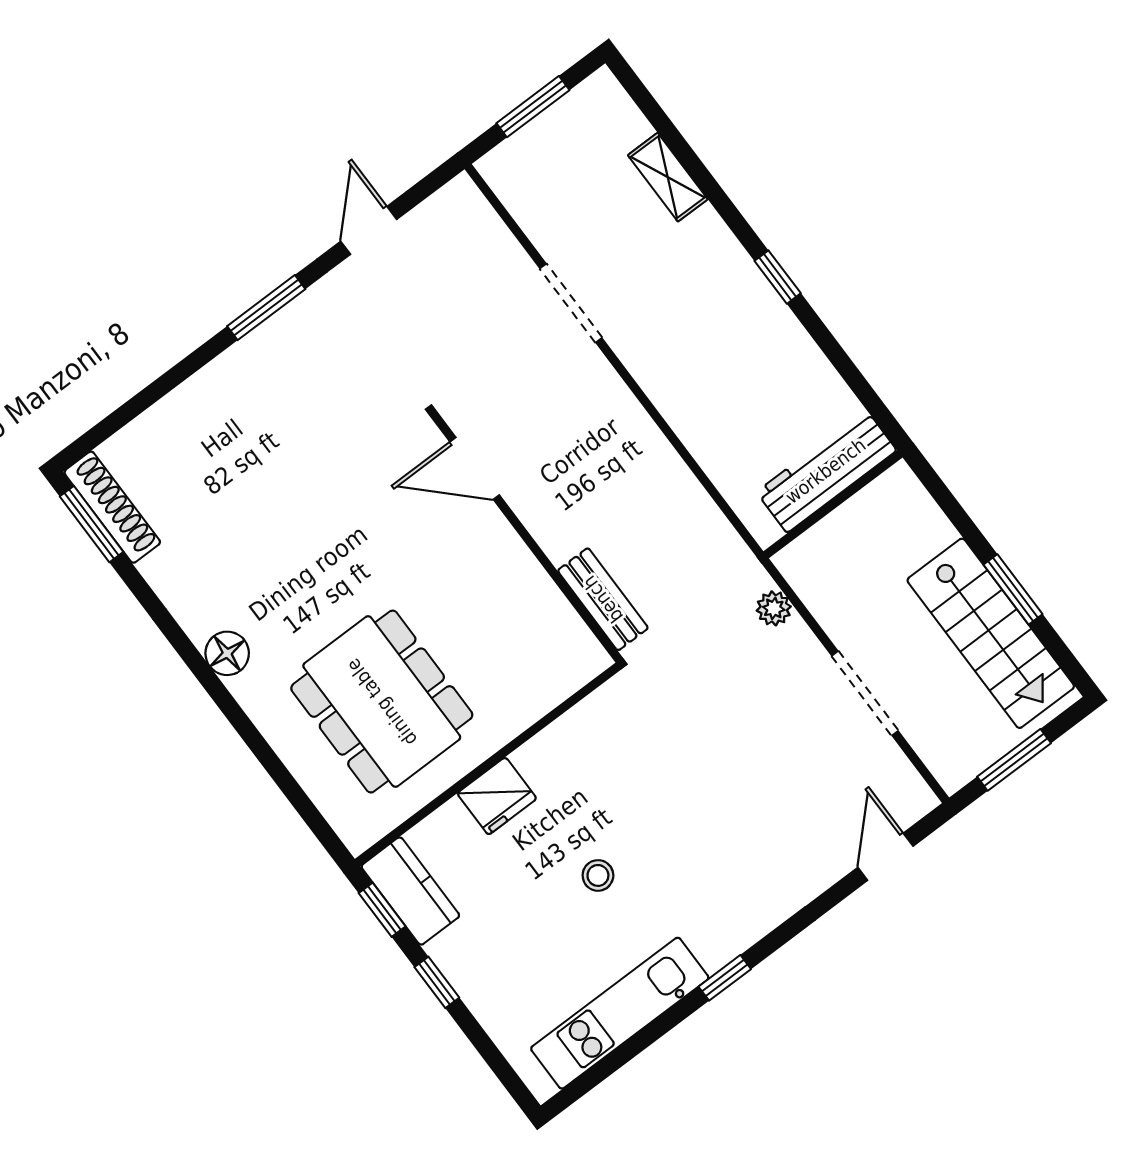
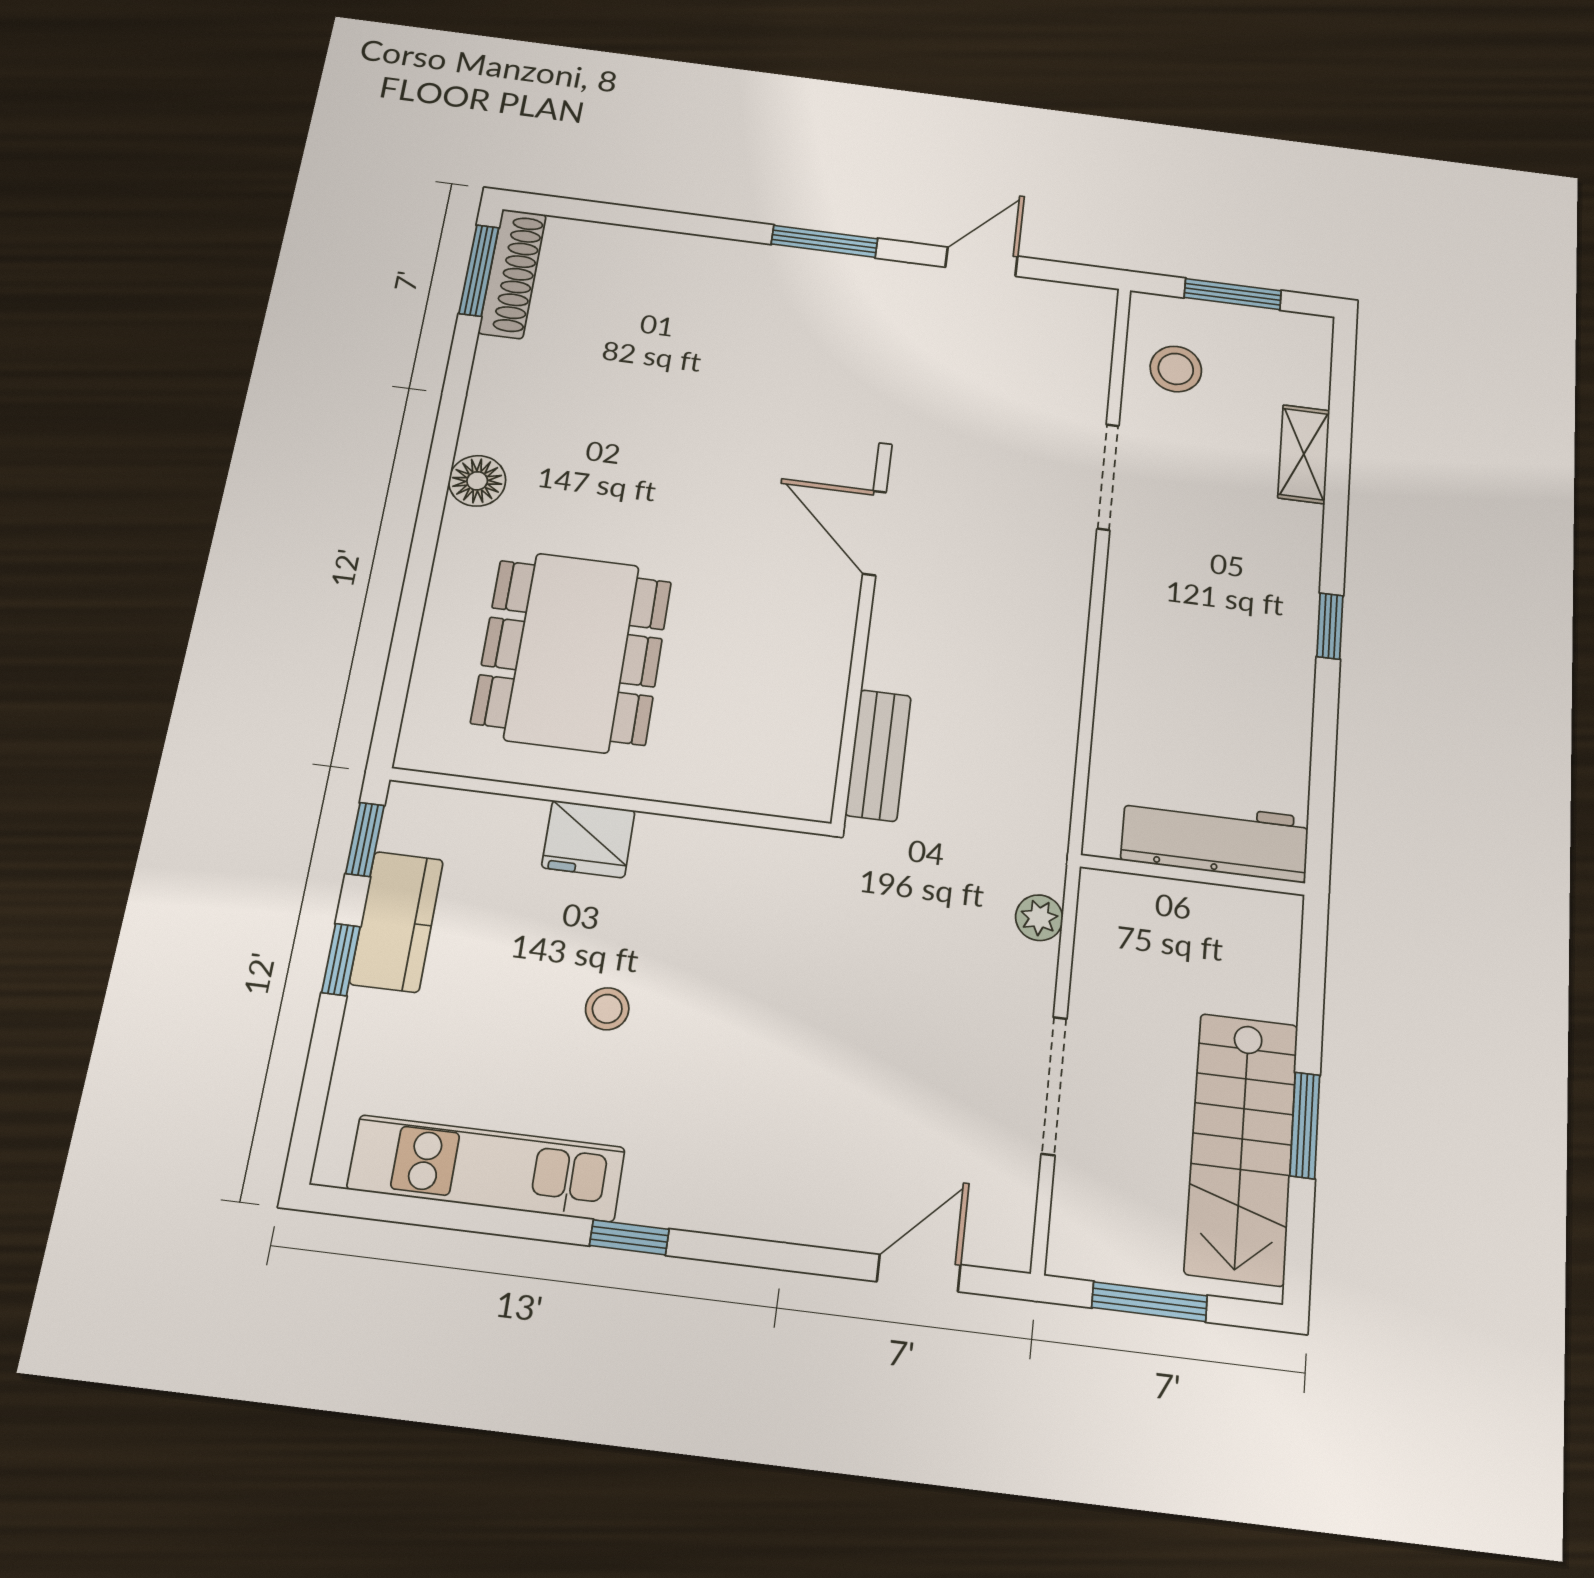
stool: (545, 192) -> (1176, 369), added
kitchen counter: (410, 891) -> (397, 922), moved

